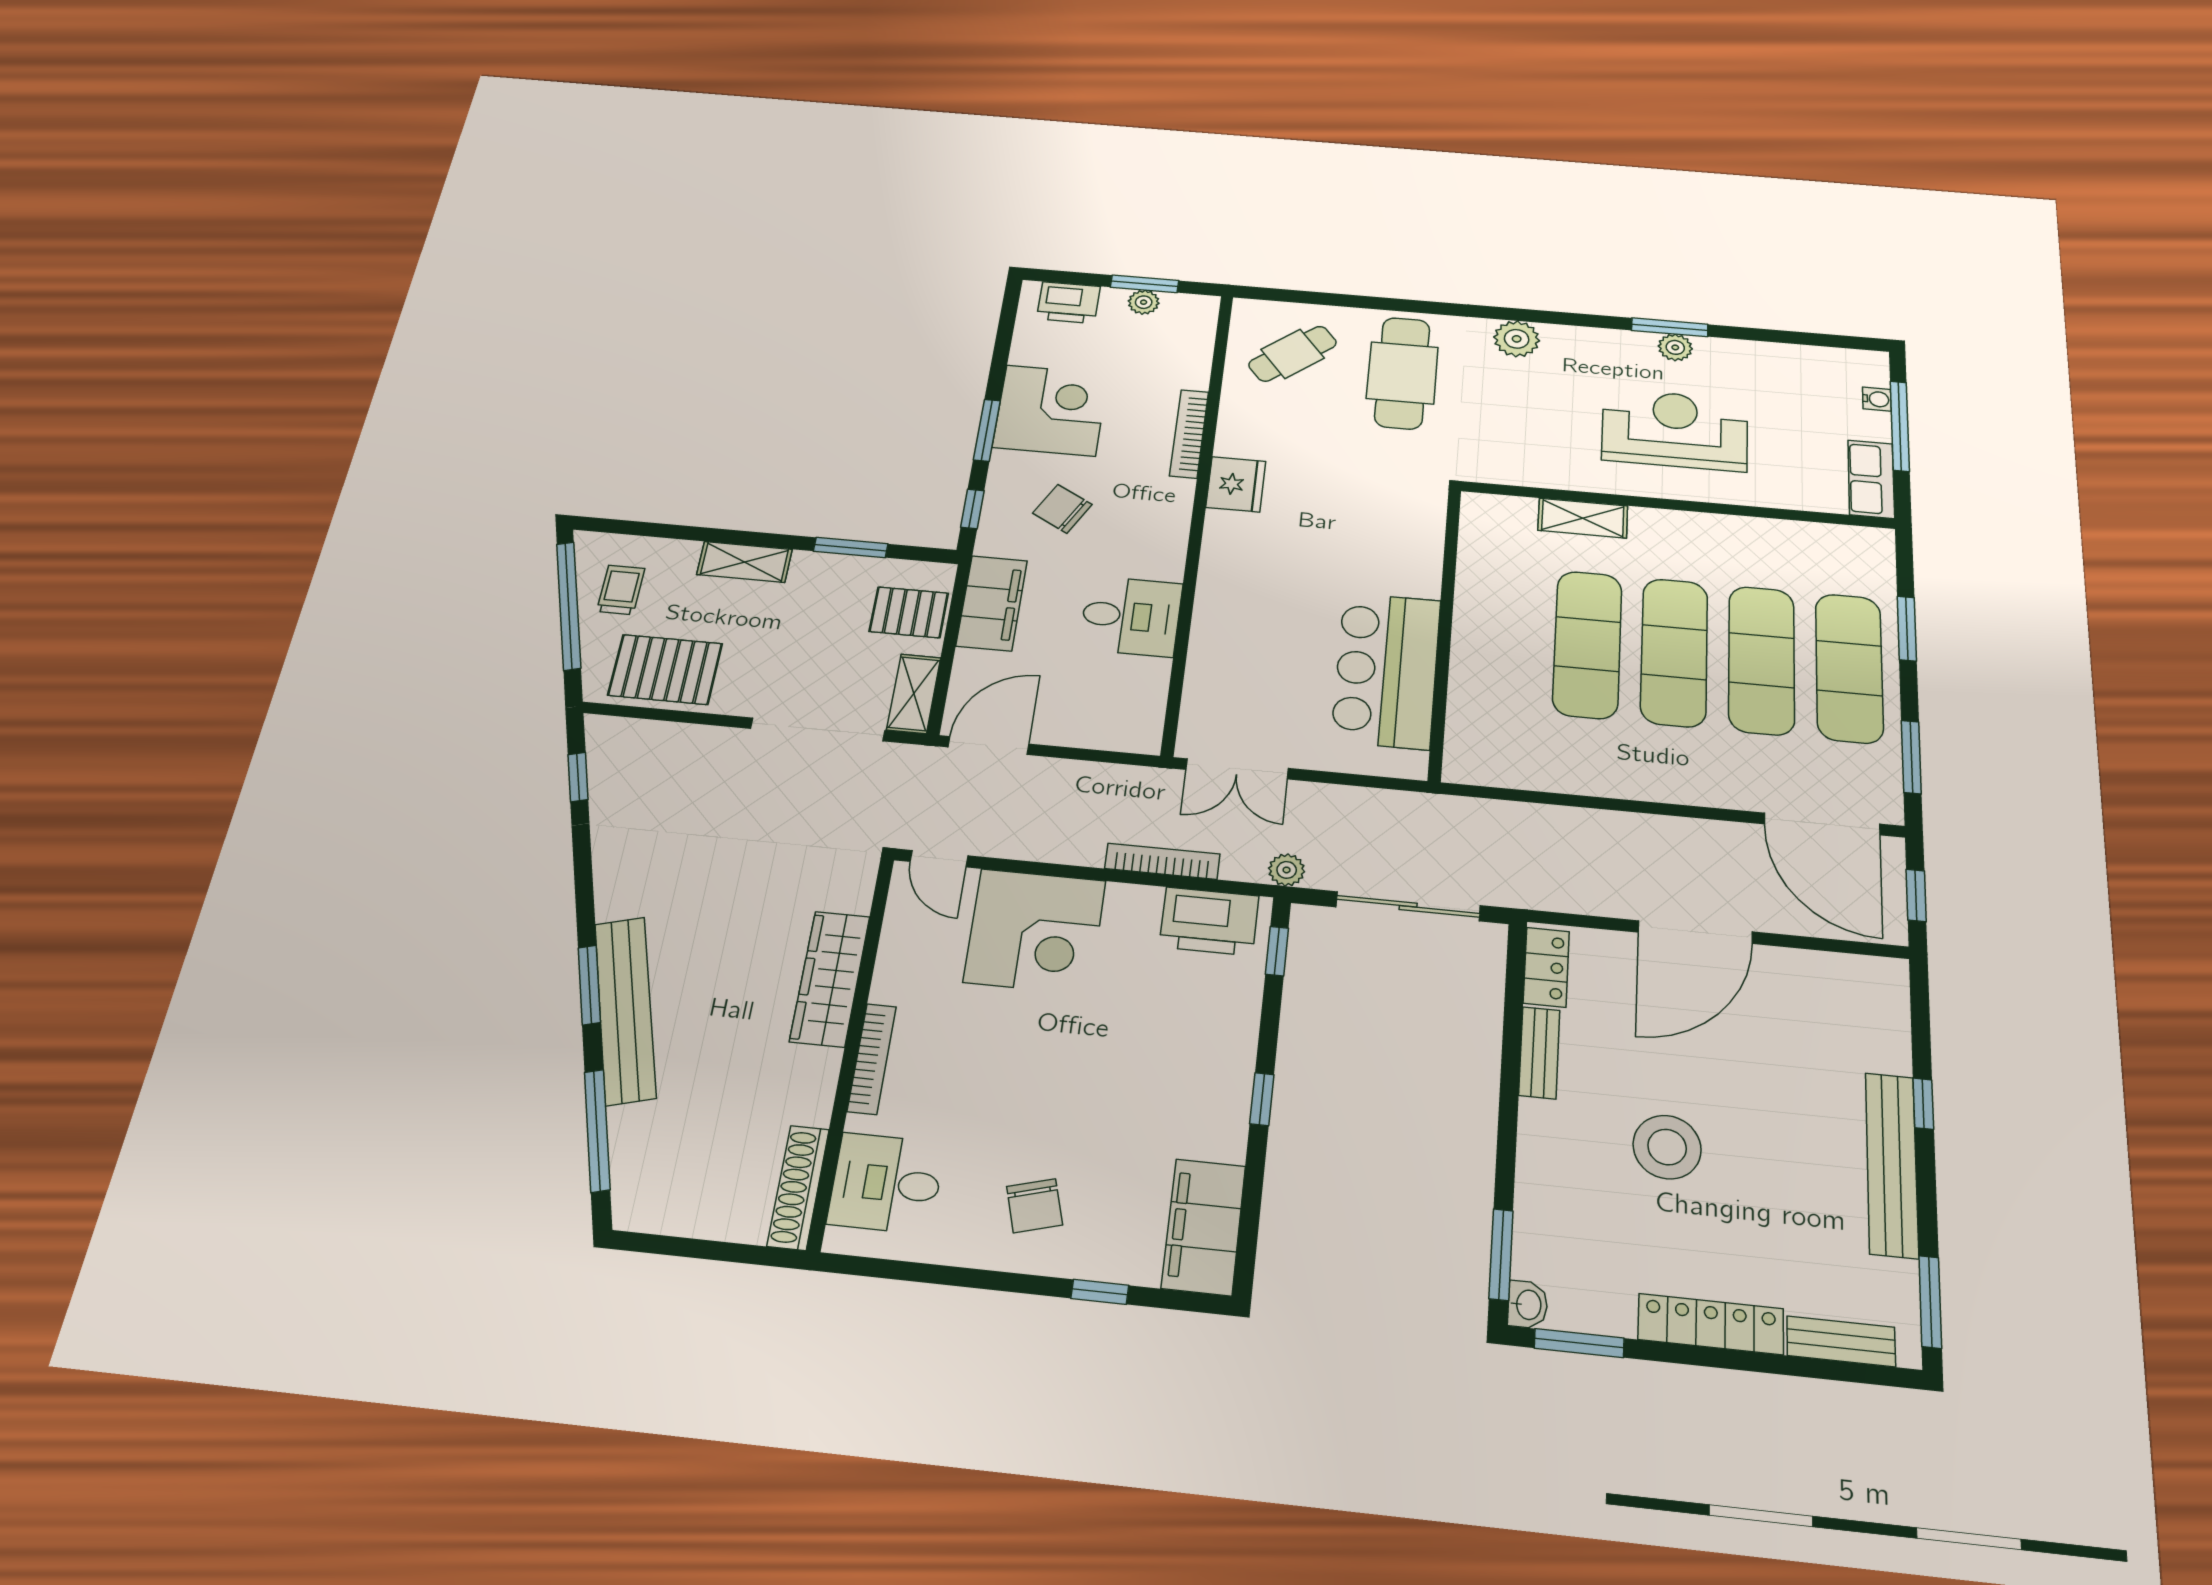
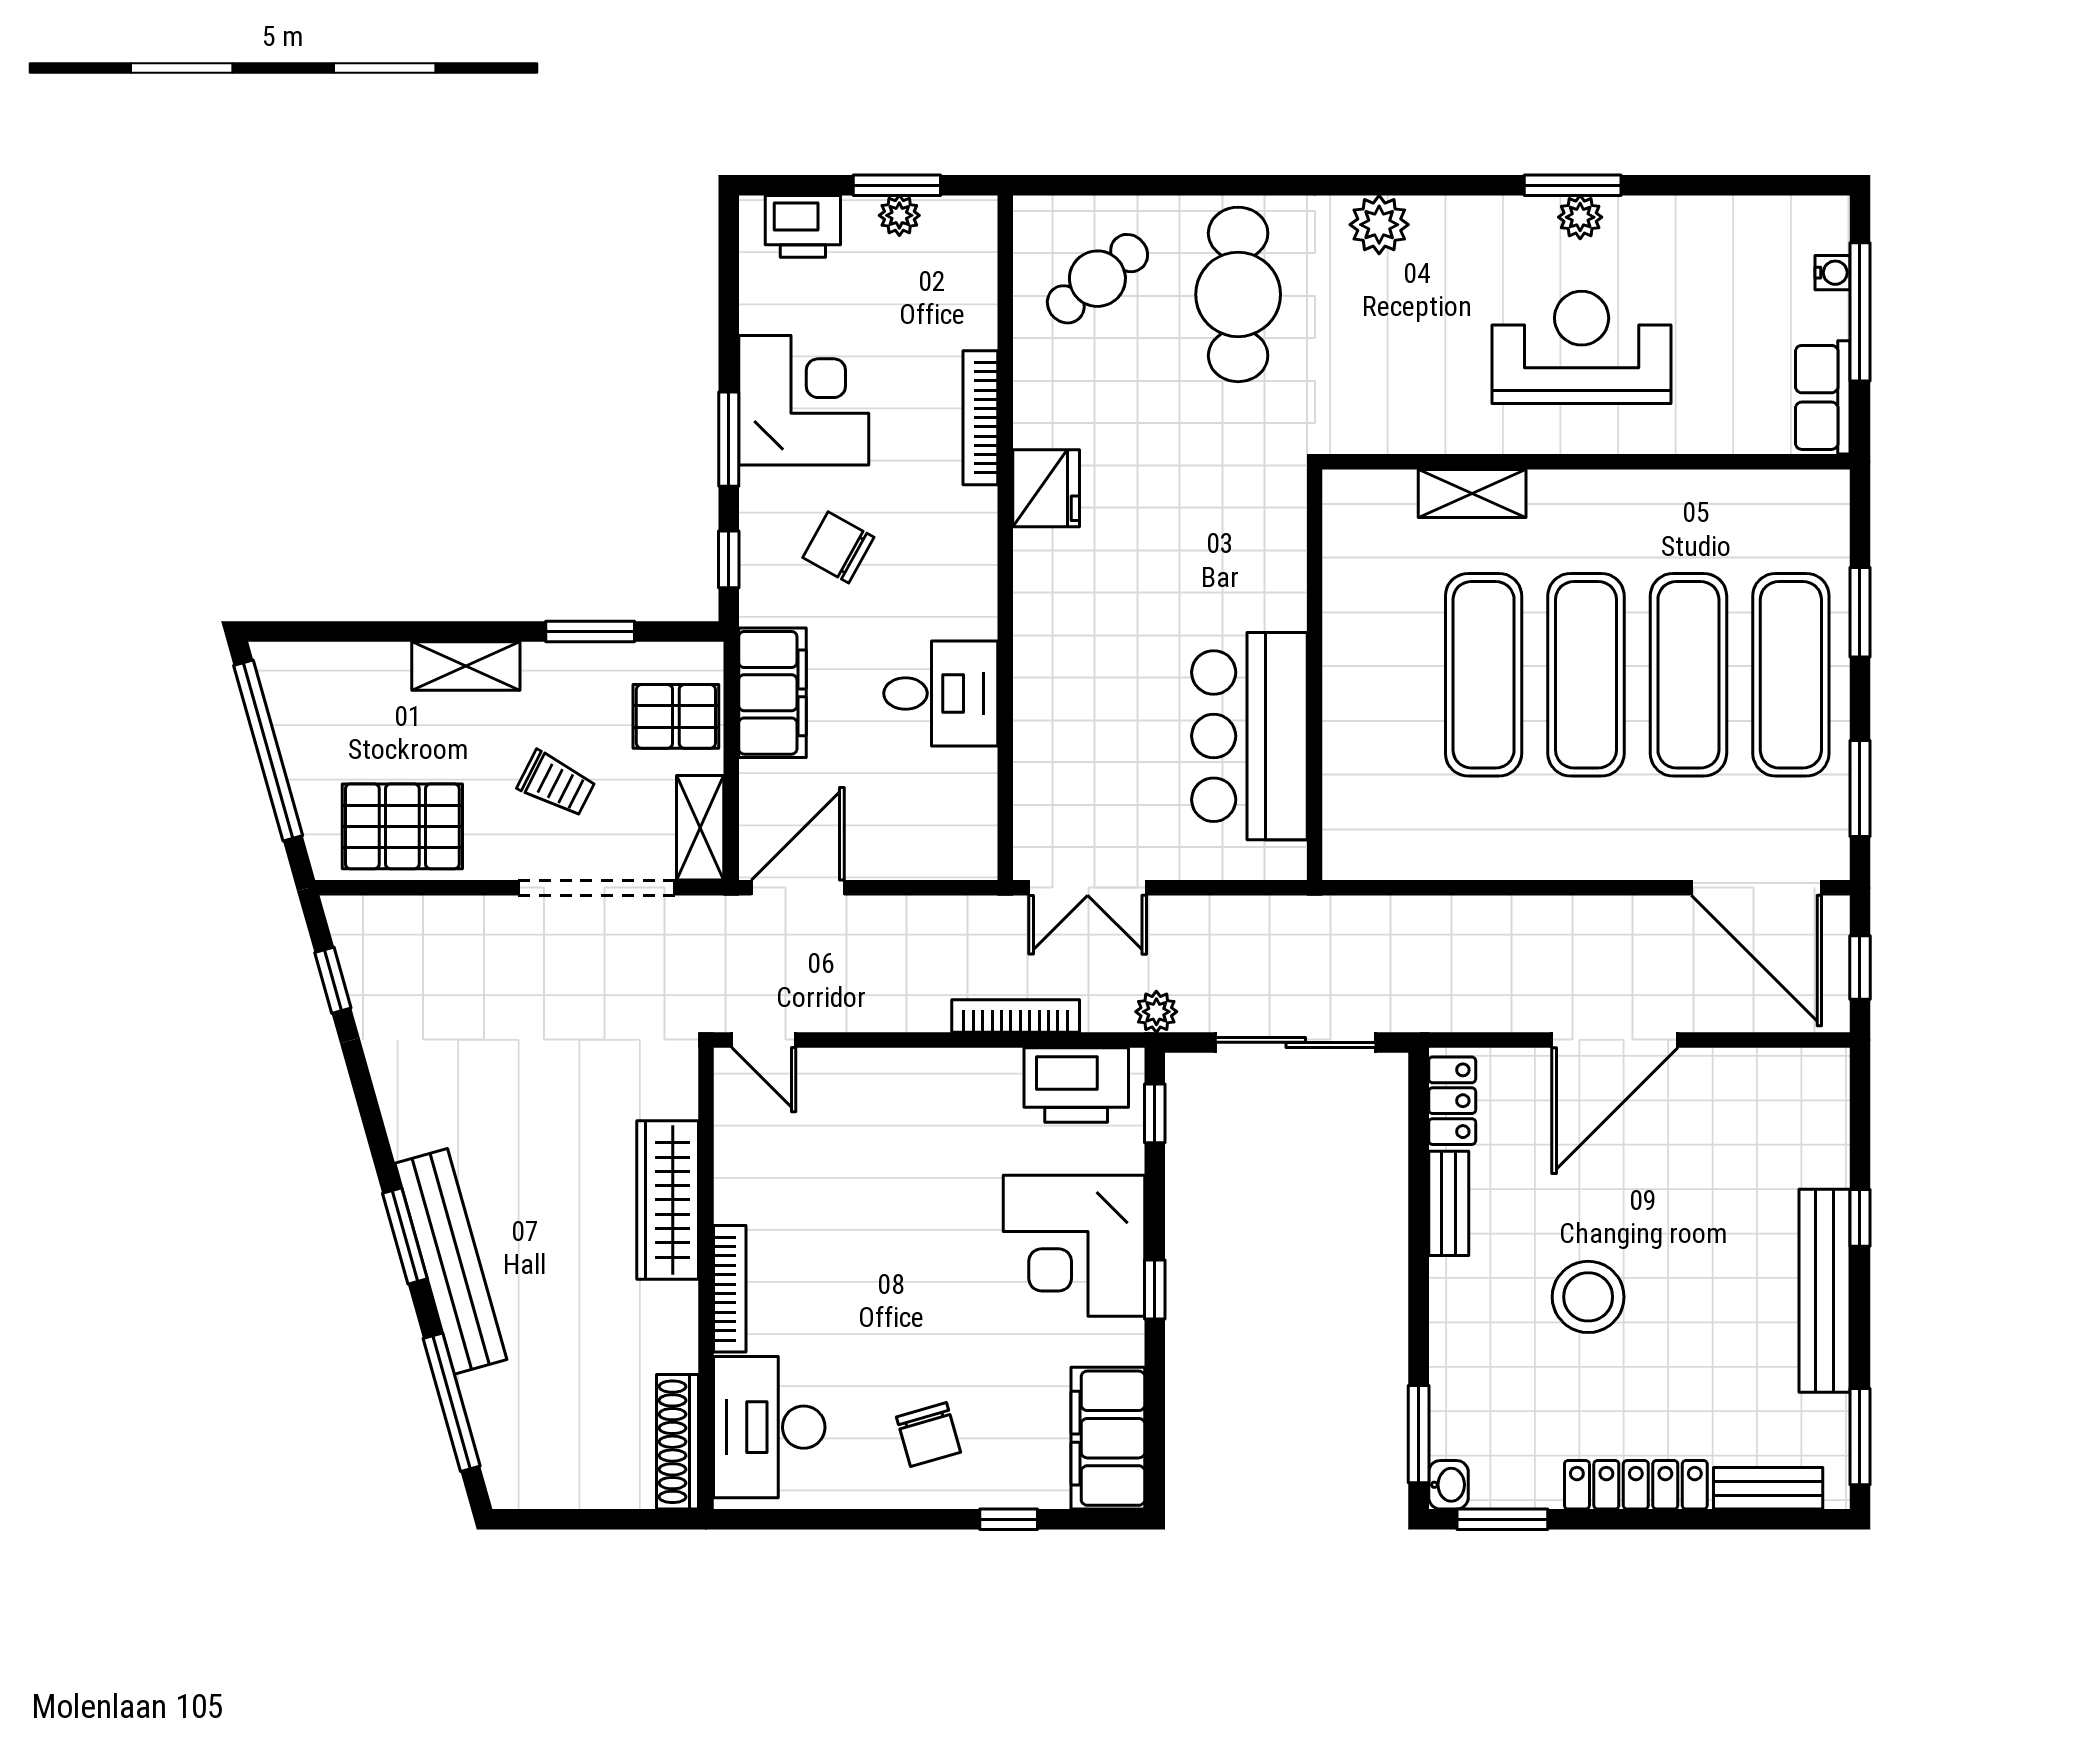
trolley: (621, 590) -> (556, 784), moved, turned 117
corner desk: (1035, 931) -> (1074, 1246), moved, turned 90
desk: (886, 1183) -> (769, 1427), width x1.37

